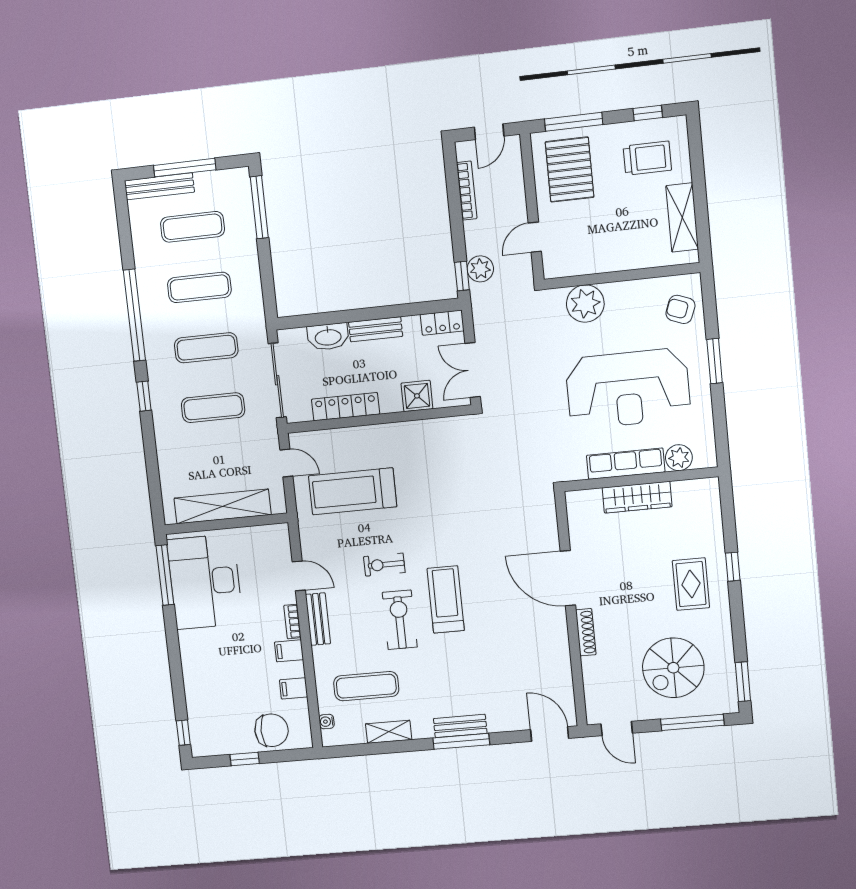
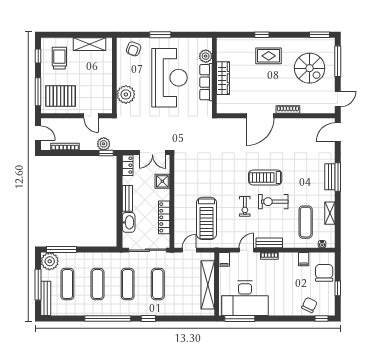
plant: (233, 186) -> (50, 261), added
filing cabinet: (289, 651) -> (224, 259), moved
chair: (206, 707) -> (309, 305), added

